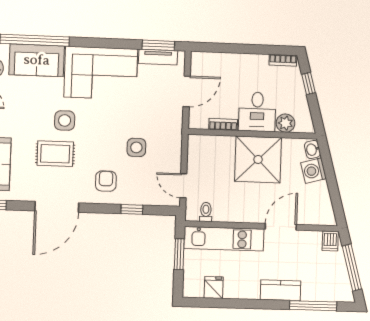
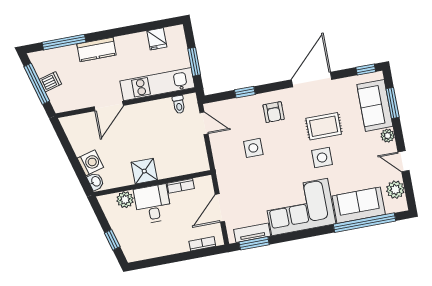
bookcase: (283, 60) -> (202, 244), moved
shower: (258, 159) -> (144, 171), width x0.54, depth x0.54
dishwasher: (330, 241) -> (50, 82), moved, turned 75

